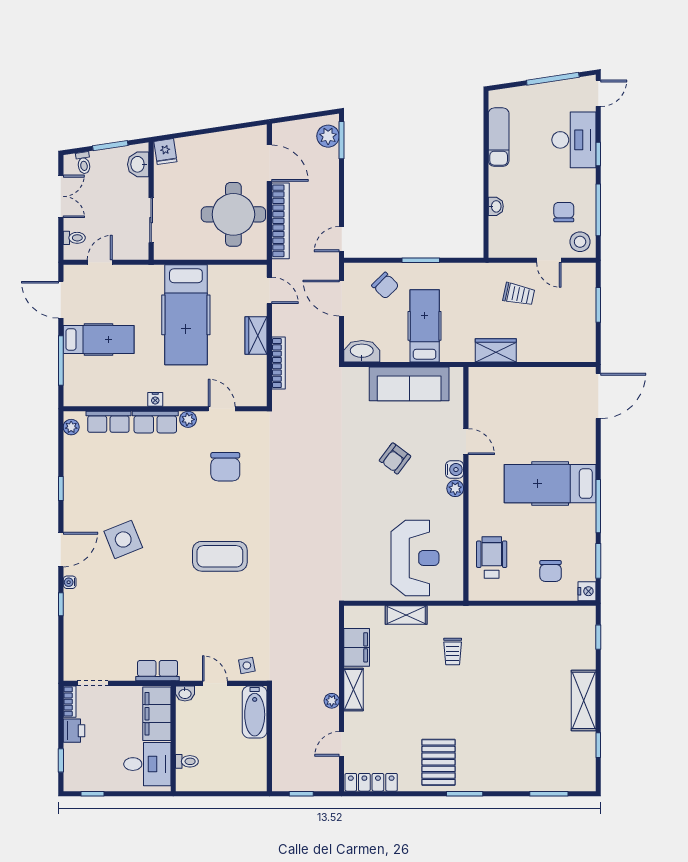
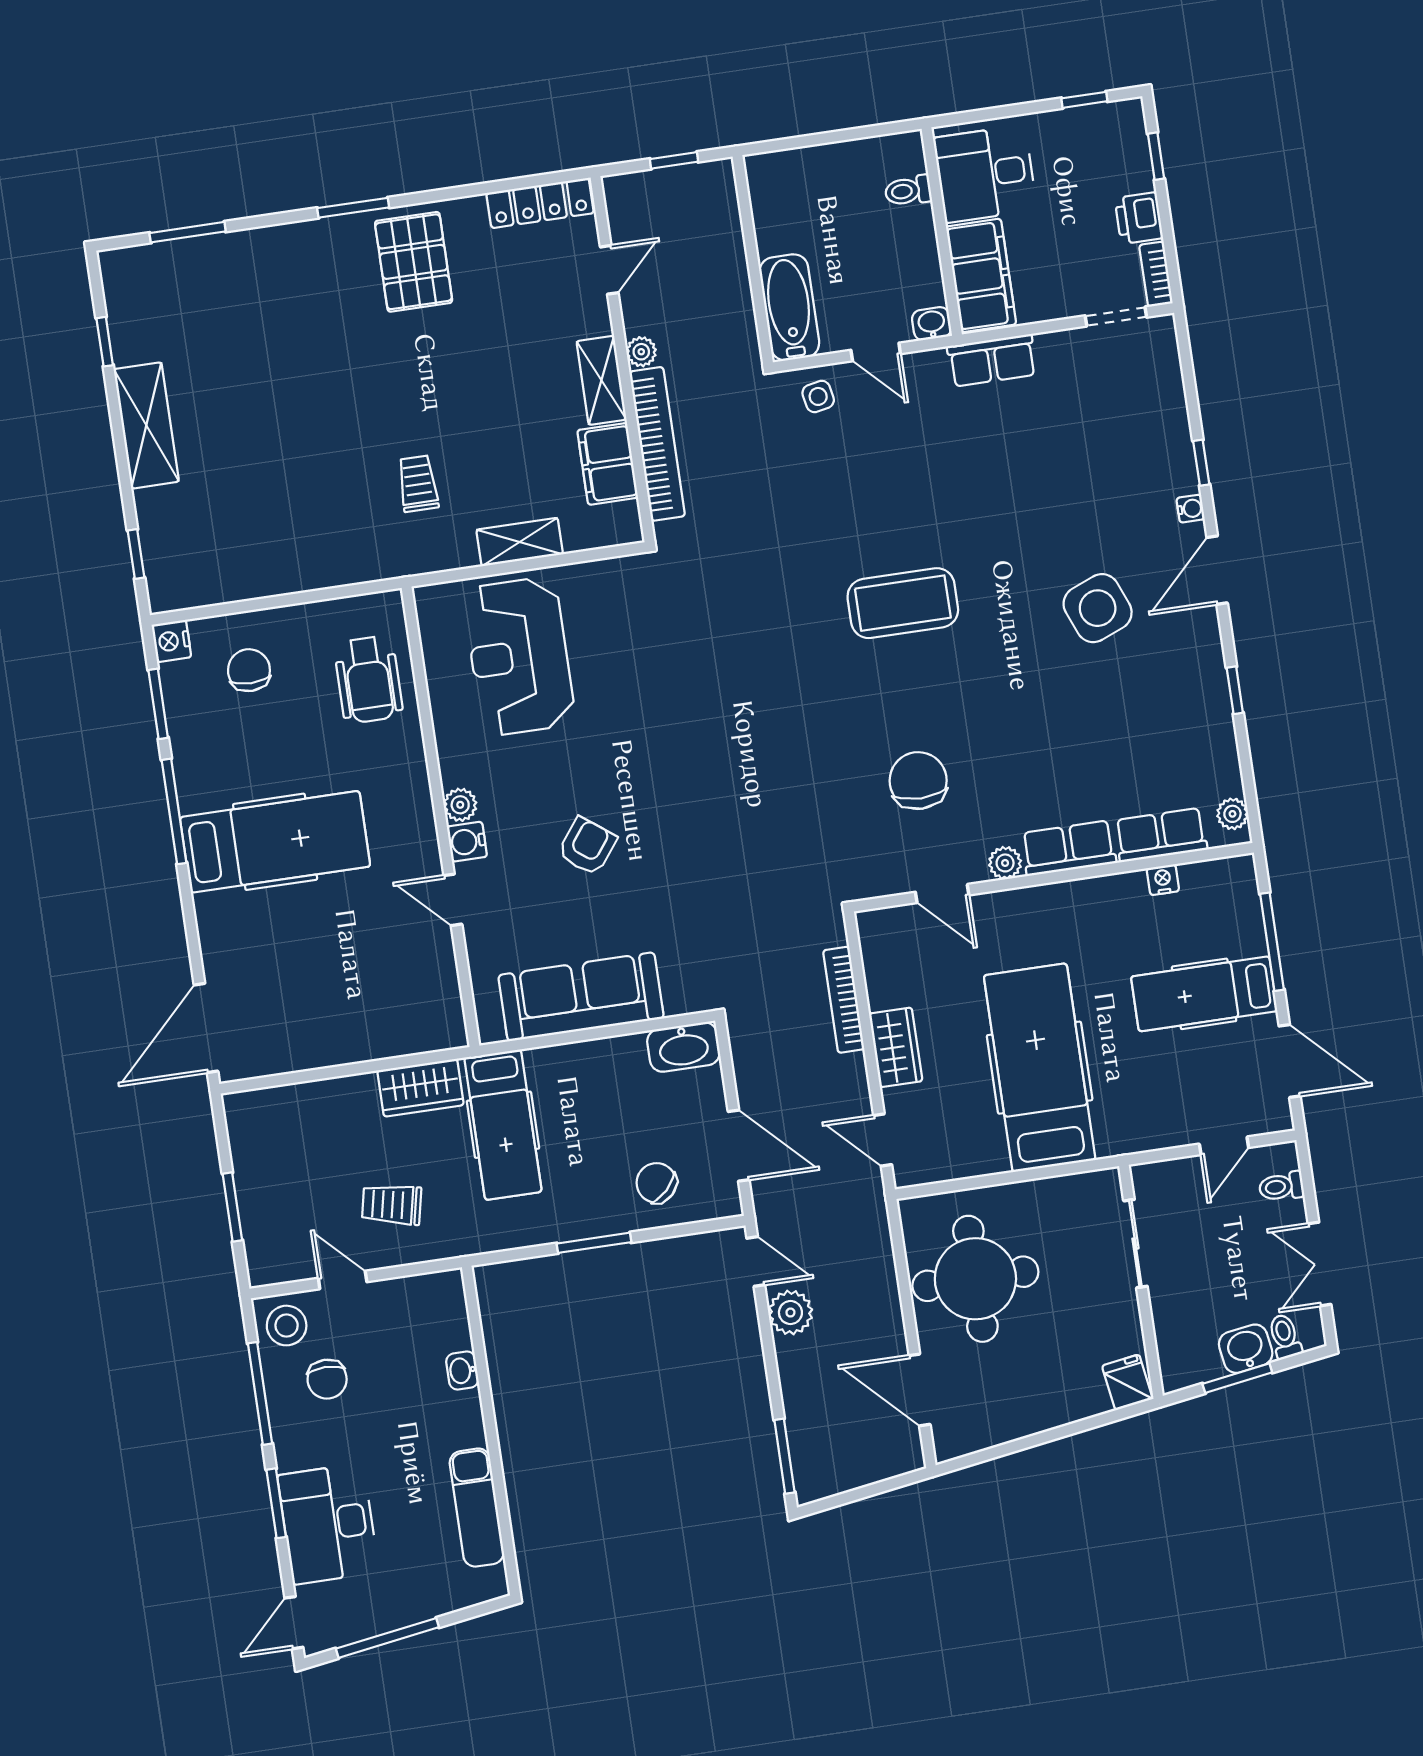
plant: (328, 136) -> (790, 1313), moved
window: (598, 154) -> (276, 1503), width x1.50
washbasin: (138, 164) -> (1246, 1349), moved, turned -99
bookcase: (280, 221) -> (657, 444), moved, turned 180
door: (342, 239) -> (756, 1262), hinge flipped
hospital bed: (425, 326) -> (503, 1125), moved
nightstand: (155, 399) -> (1163, 880), moved

